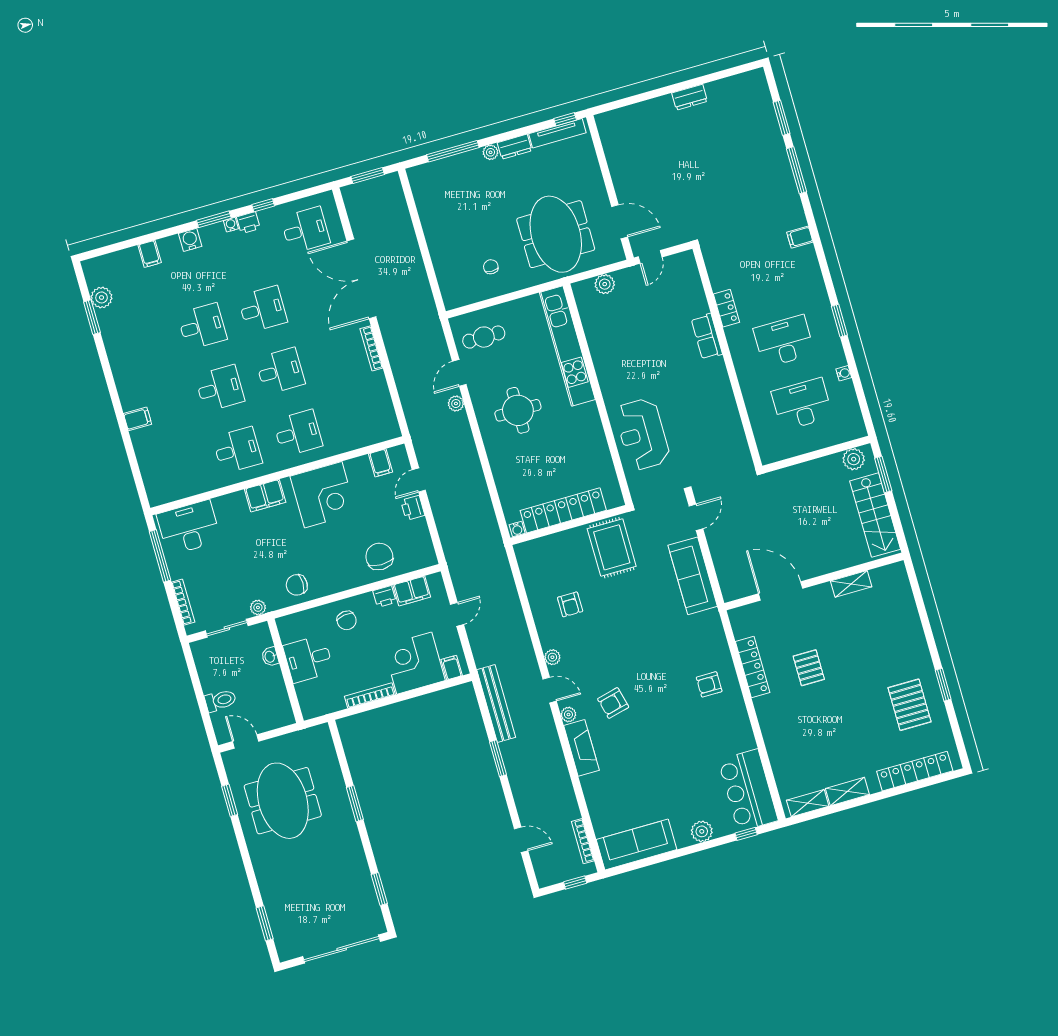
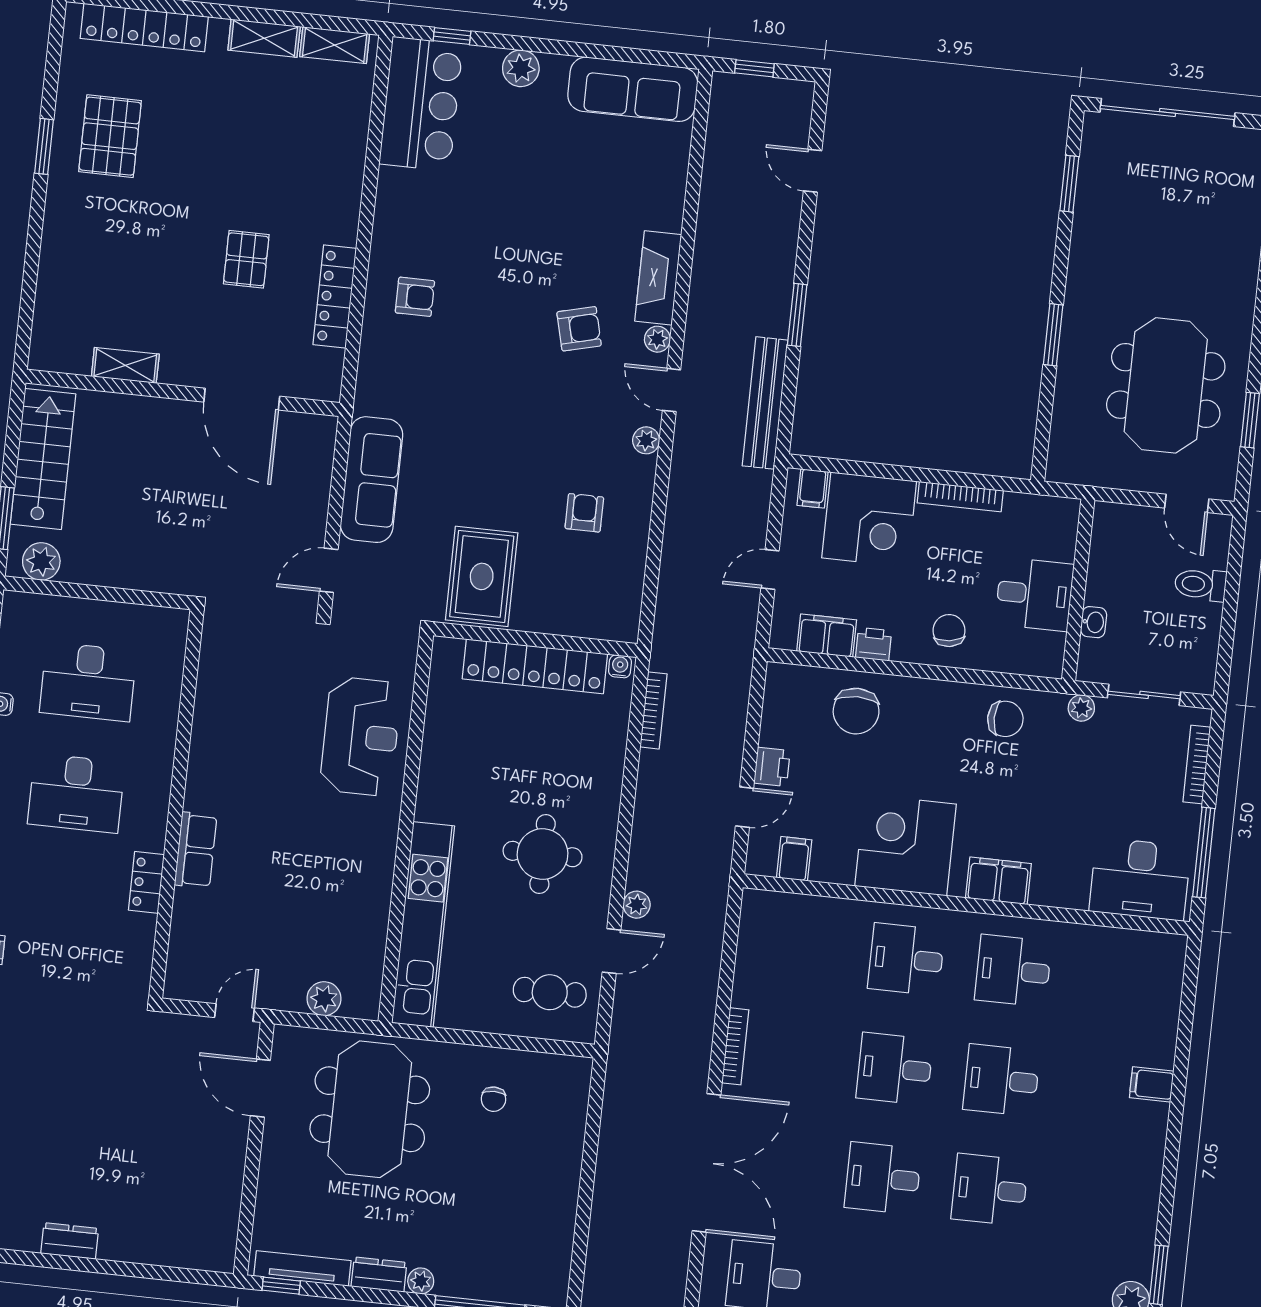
bookcase: (583, 841) -> (654, 710), moved

